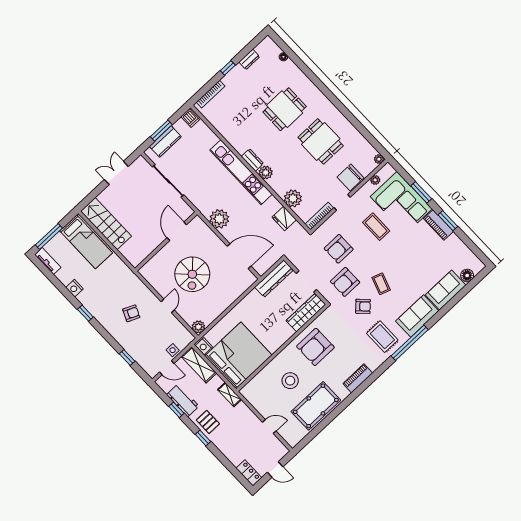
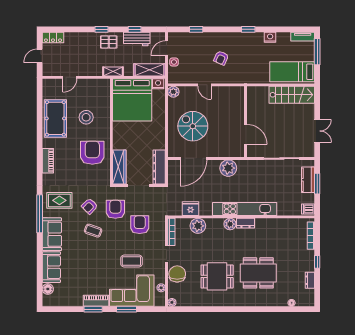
dining table: (285, 109) -> (258, 273), width x1.38
spiral stairs: (192, 274) -> (193, 126), moved

